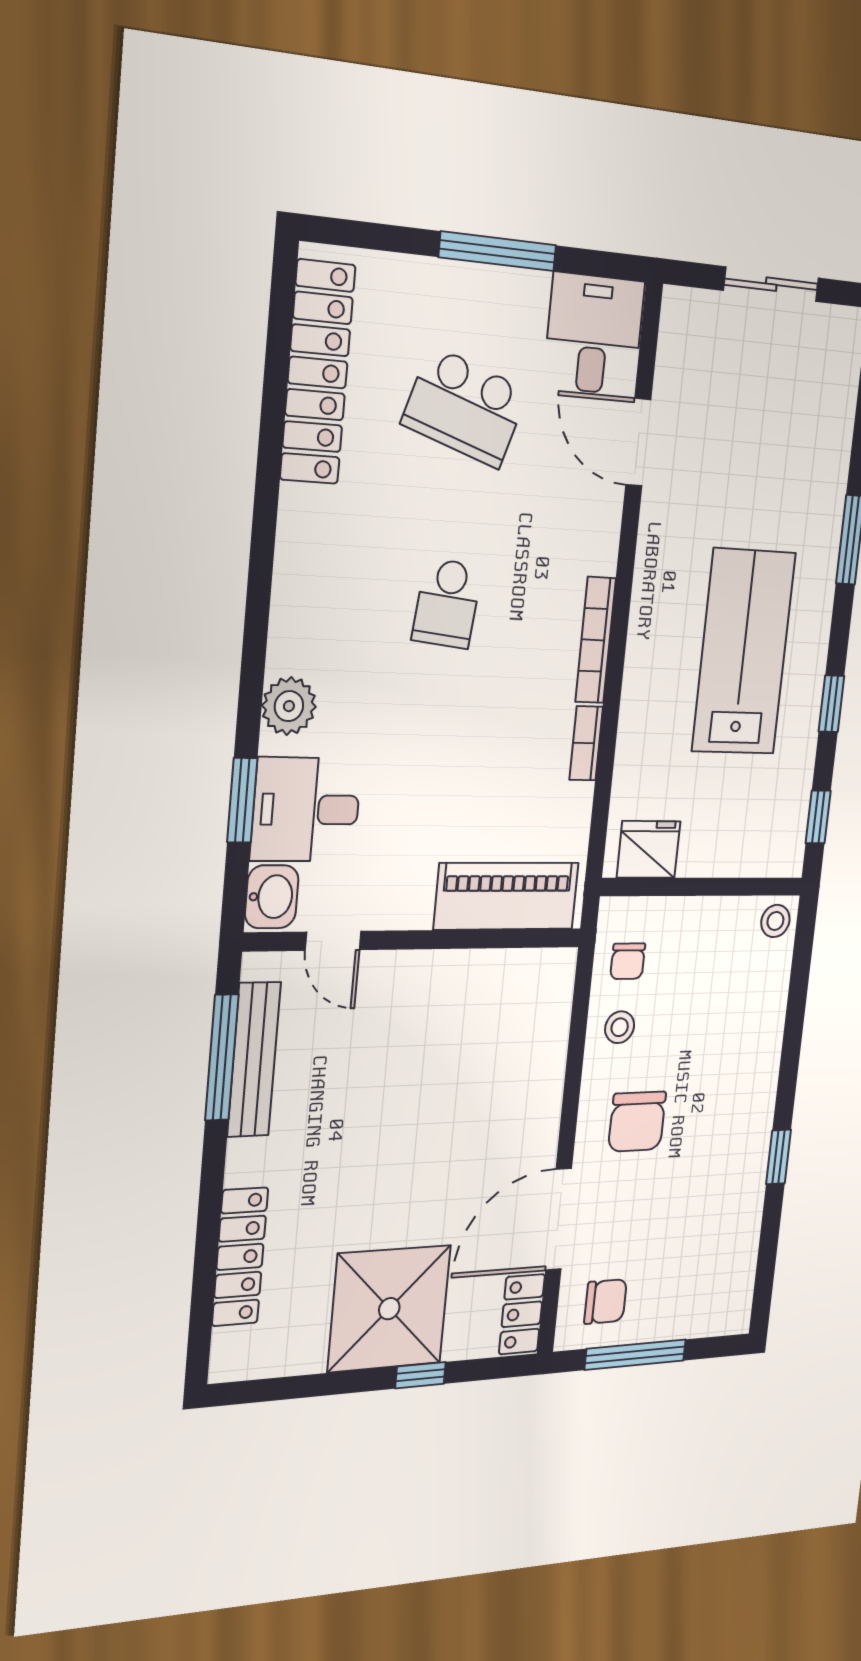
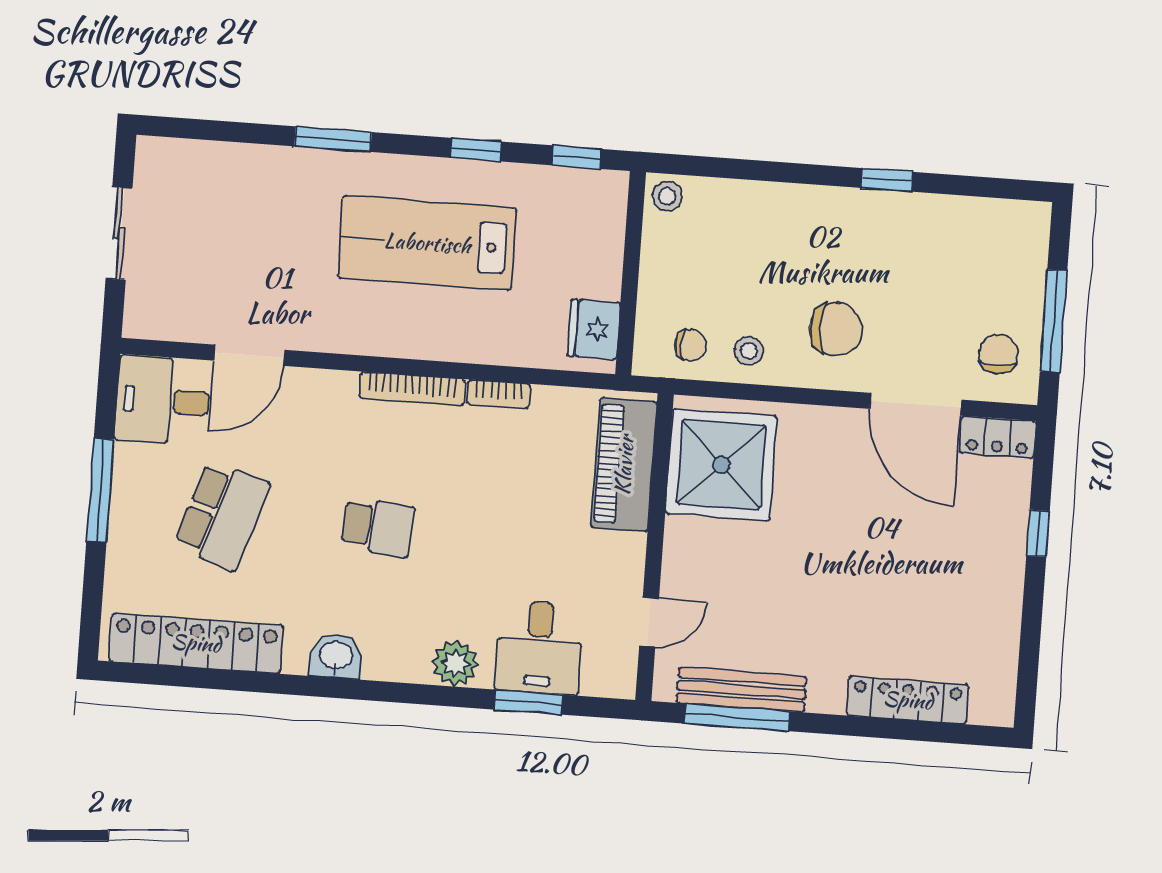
washbasin: (272, 897) -> (336, 656), moved
shower: (389, 1309) -> (721, 465), moved

